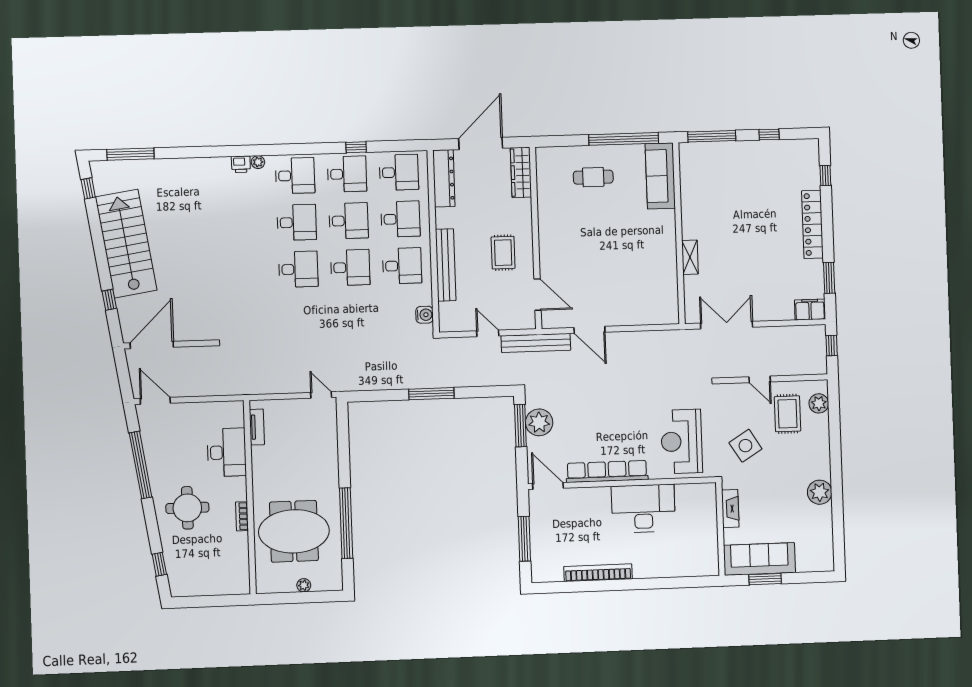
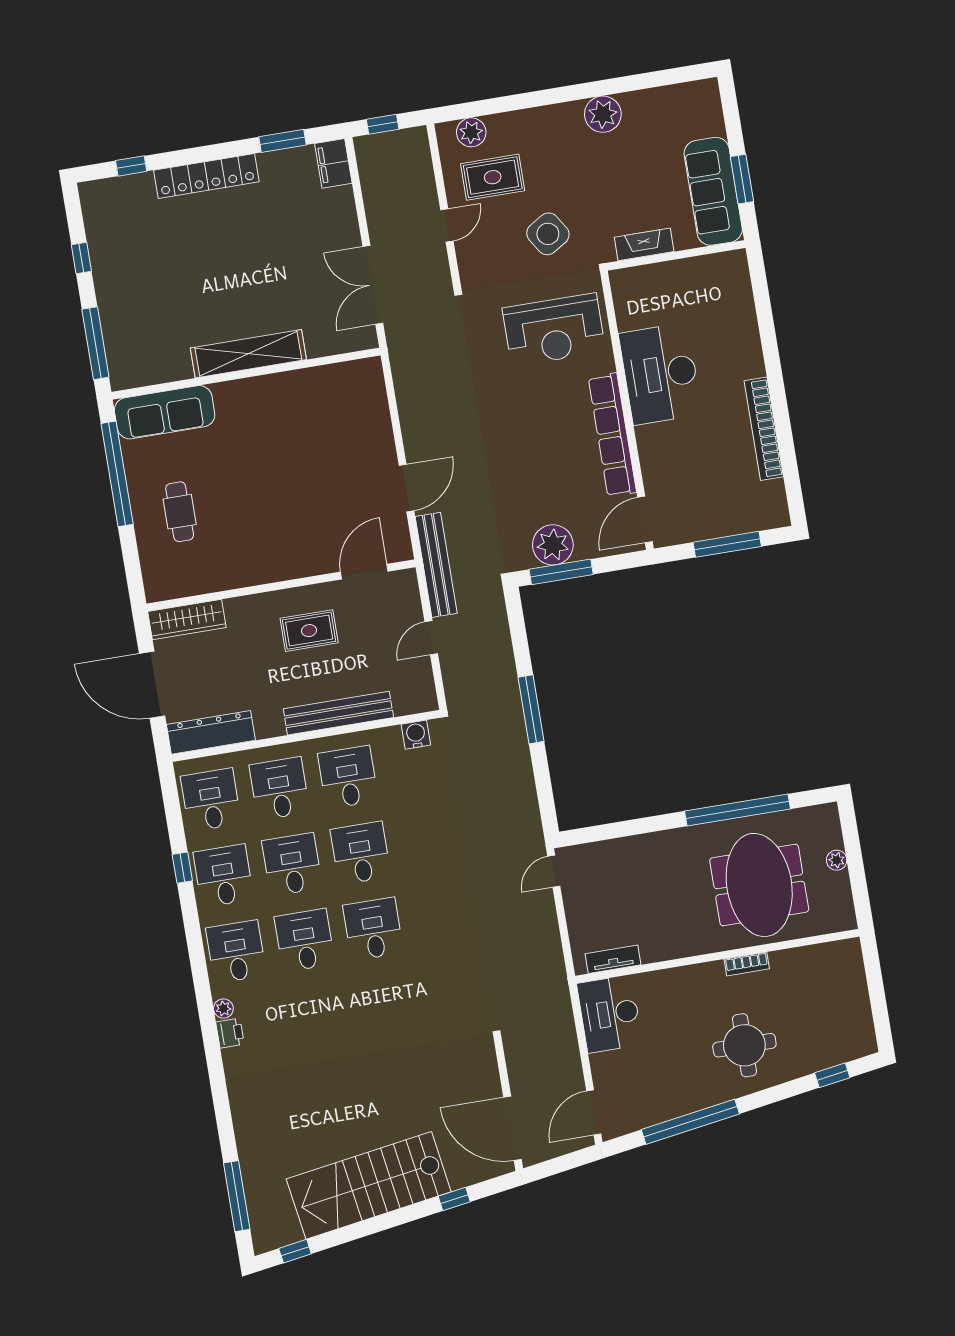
shelving: (690, 257) -> (248, 354), width x2.20, depth x1.33
desk: (227, 452) -> (610, 1014), moved, turned -90

